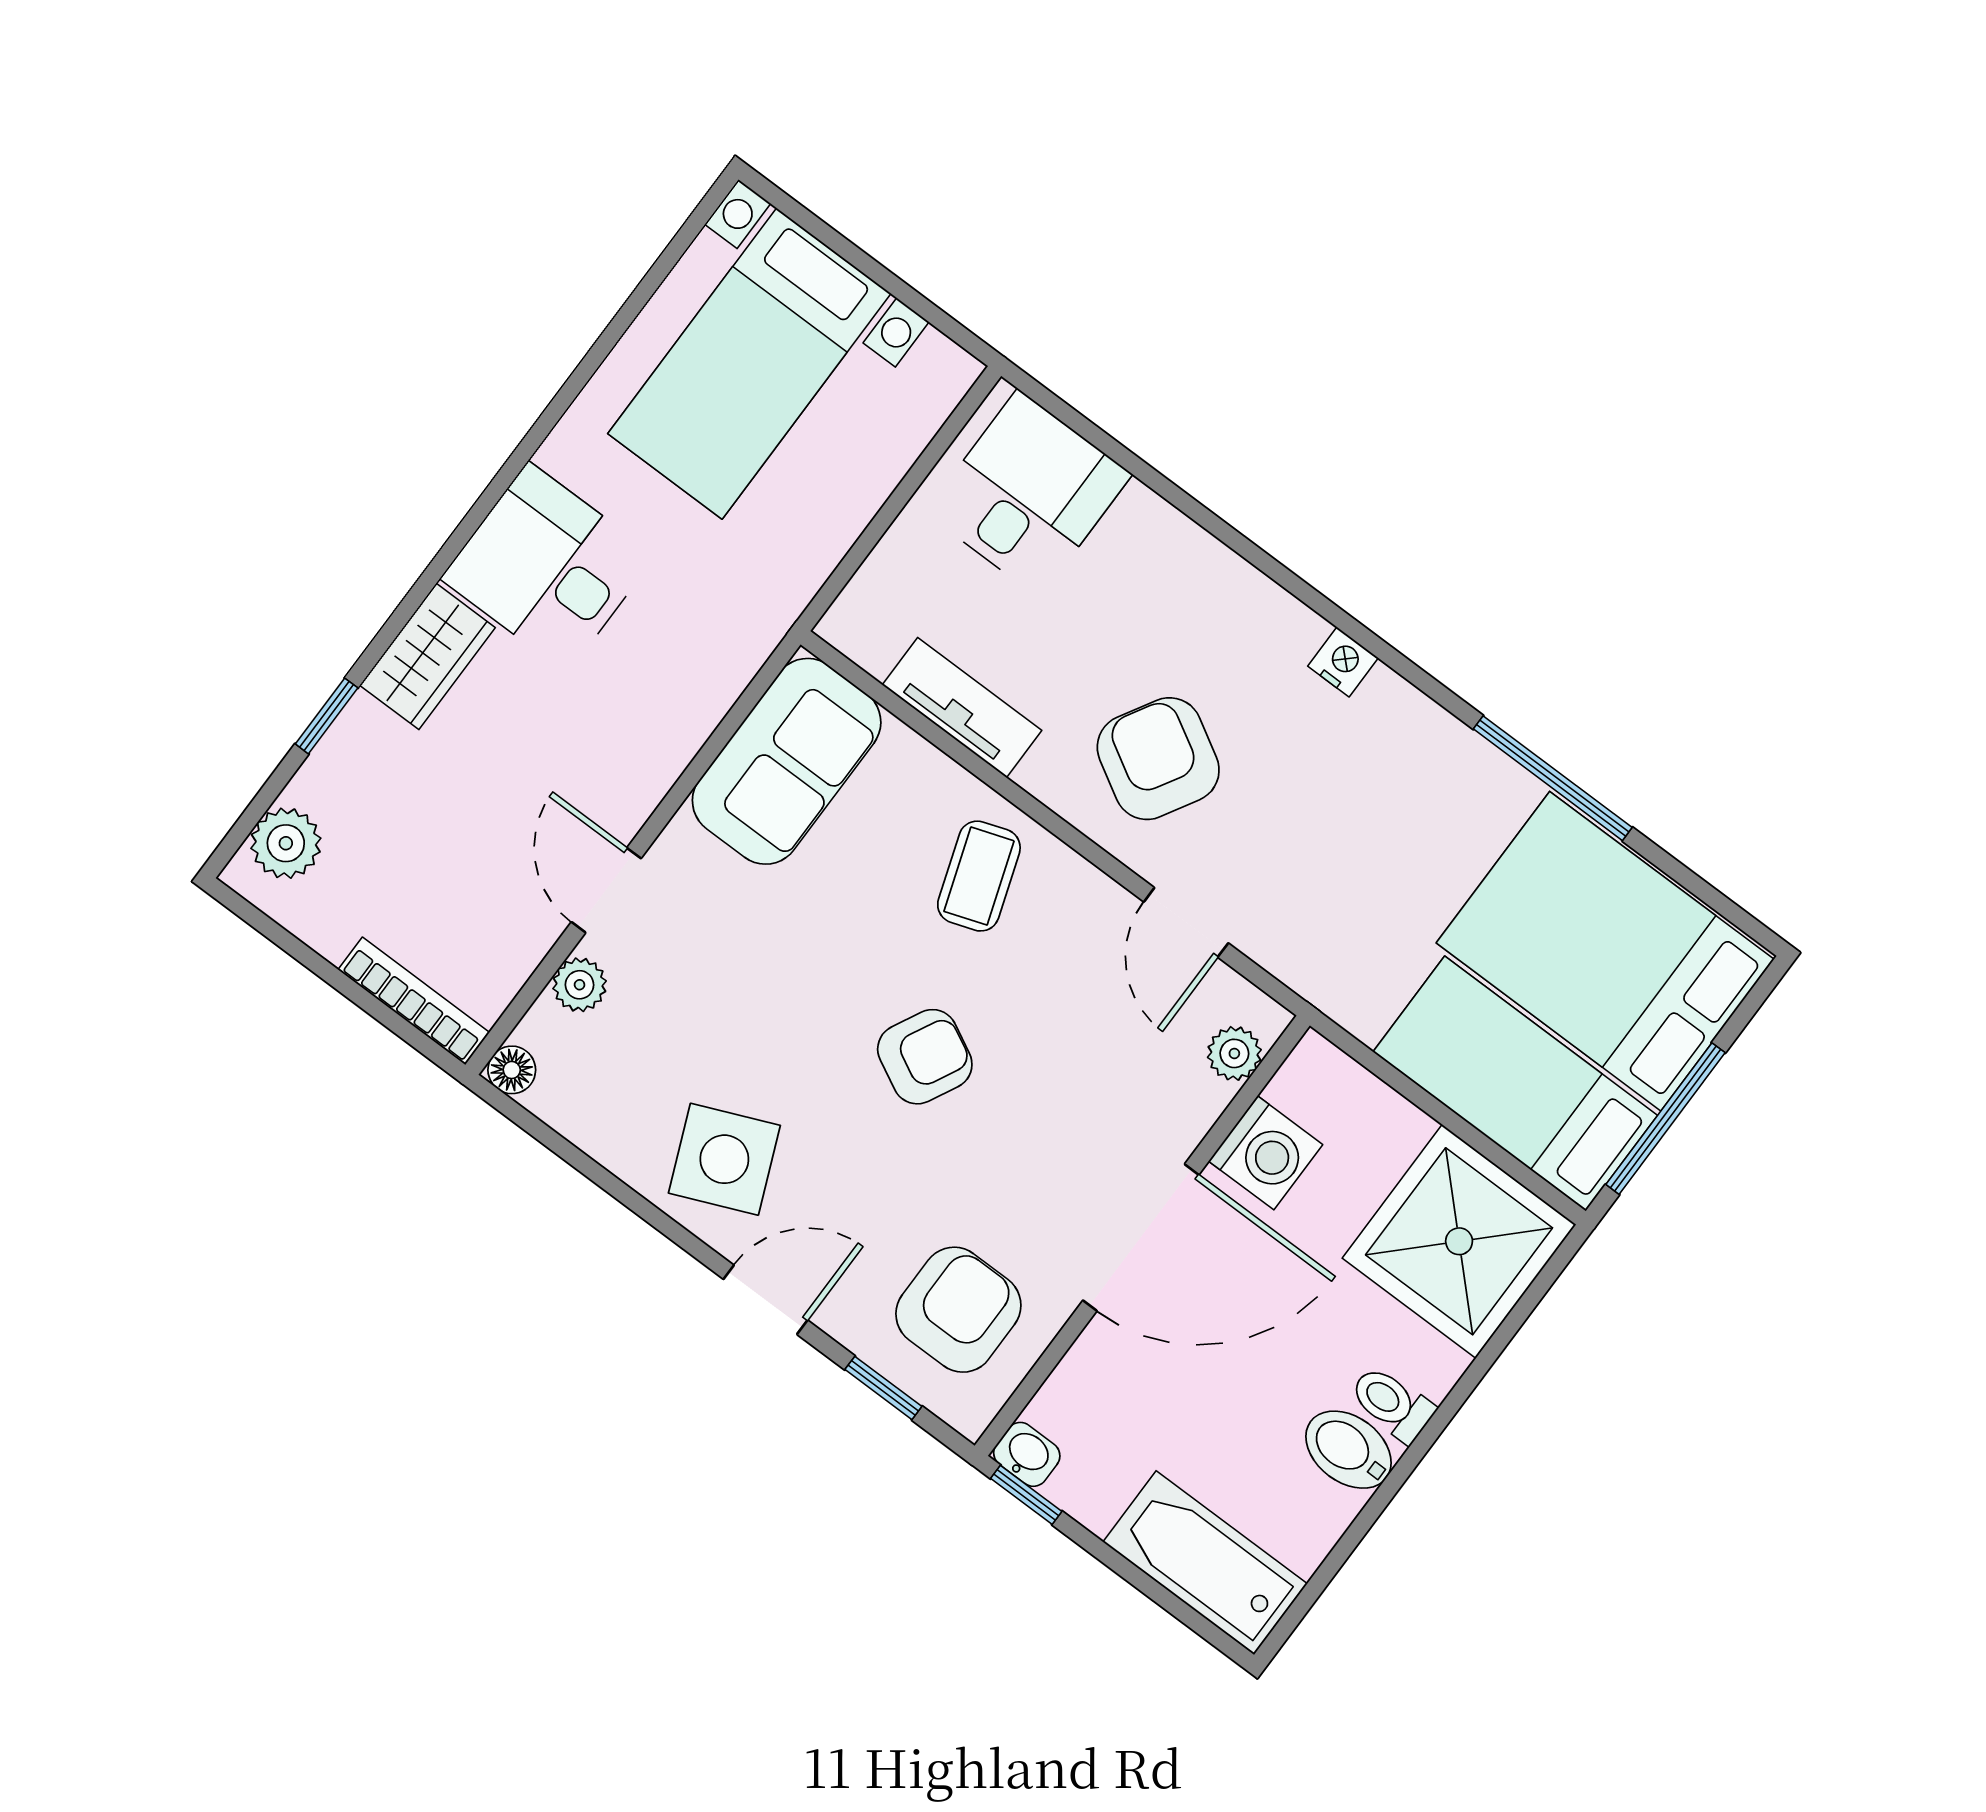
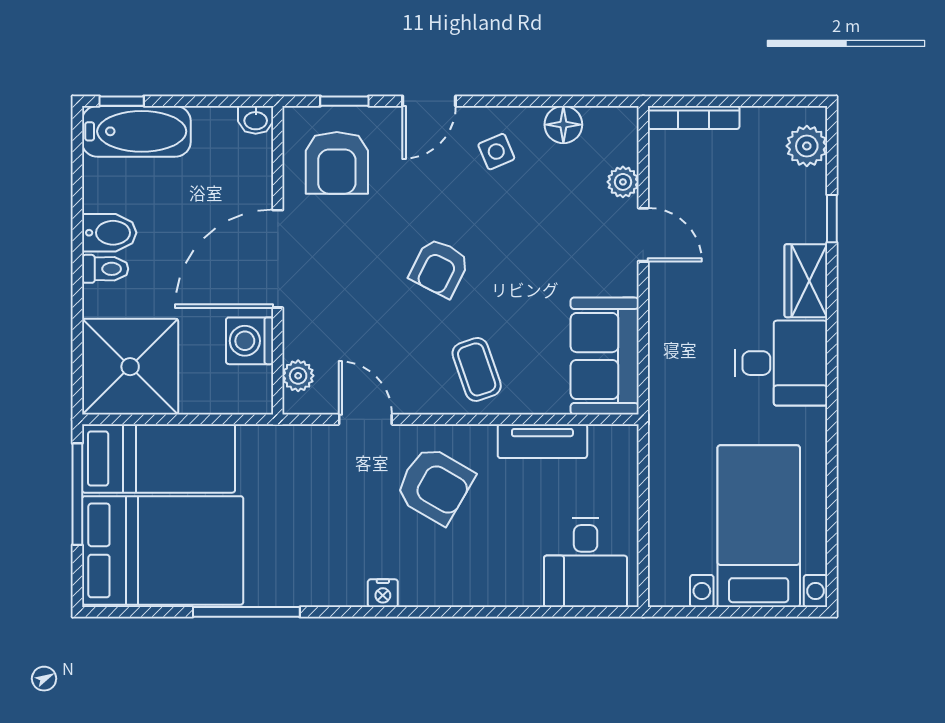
floor lamp: (512, 1070) -> (563, 125), moved, width x1.37, depth x1.37
side table: (724, 1159) -> (496, 152), width x0.54, depth x0.54
window: (1026, 1495) -> (122, 101), moved

